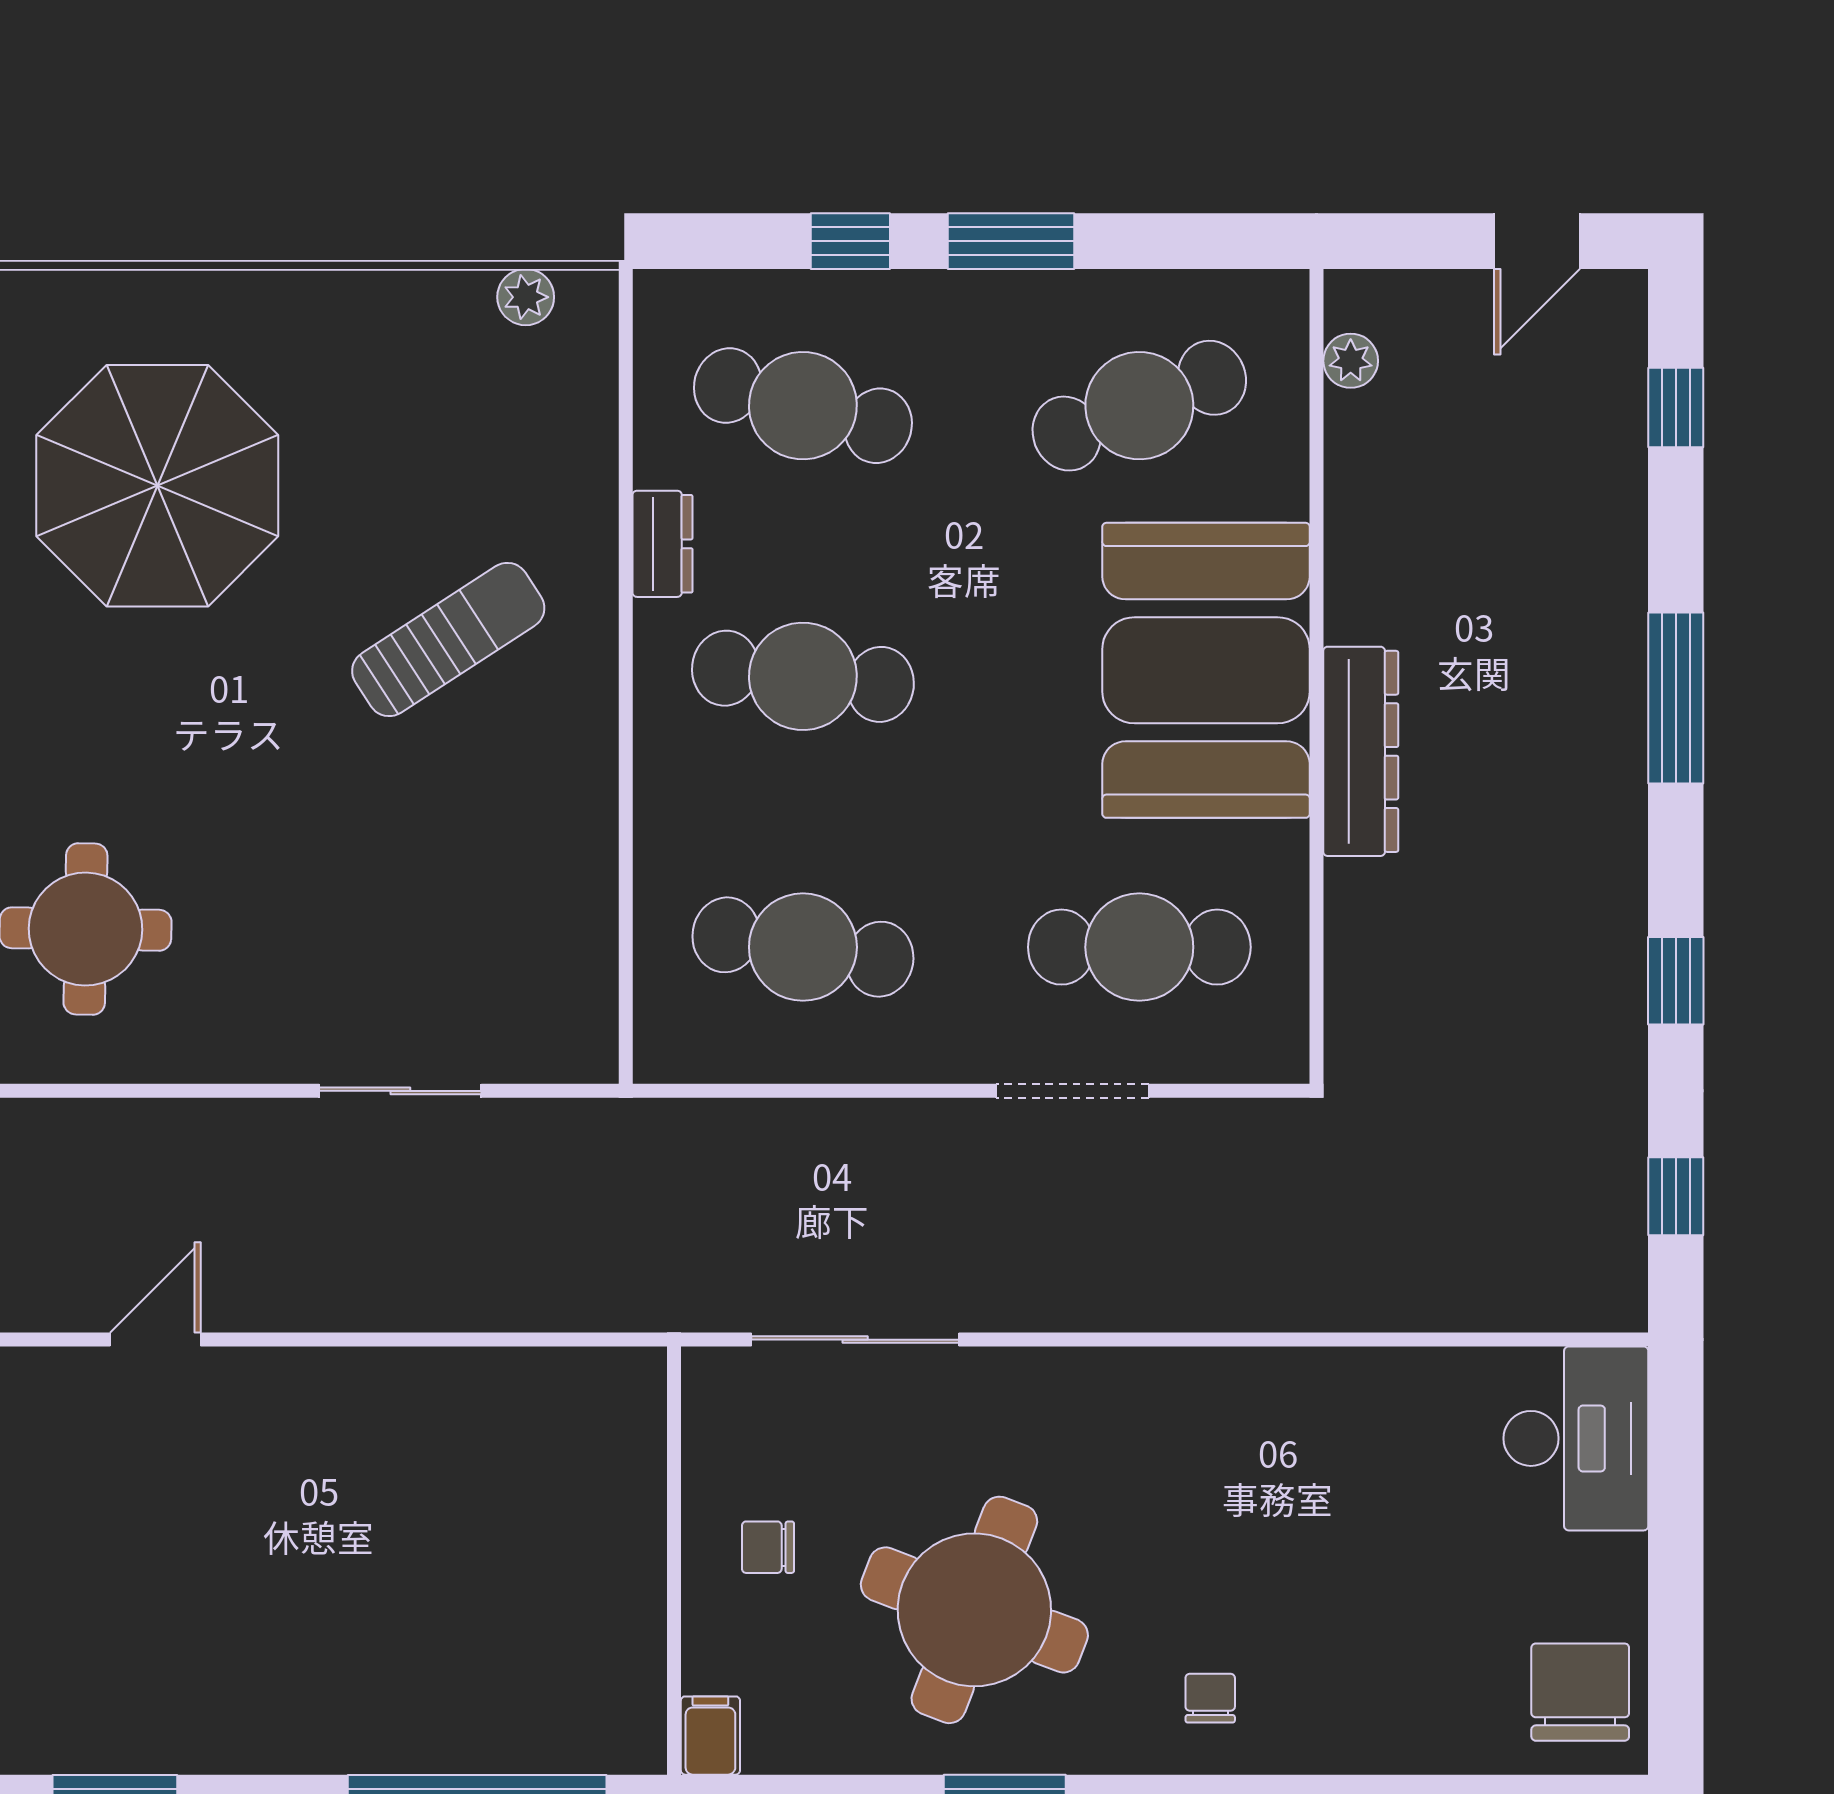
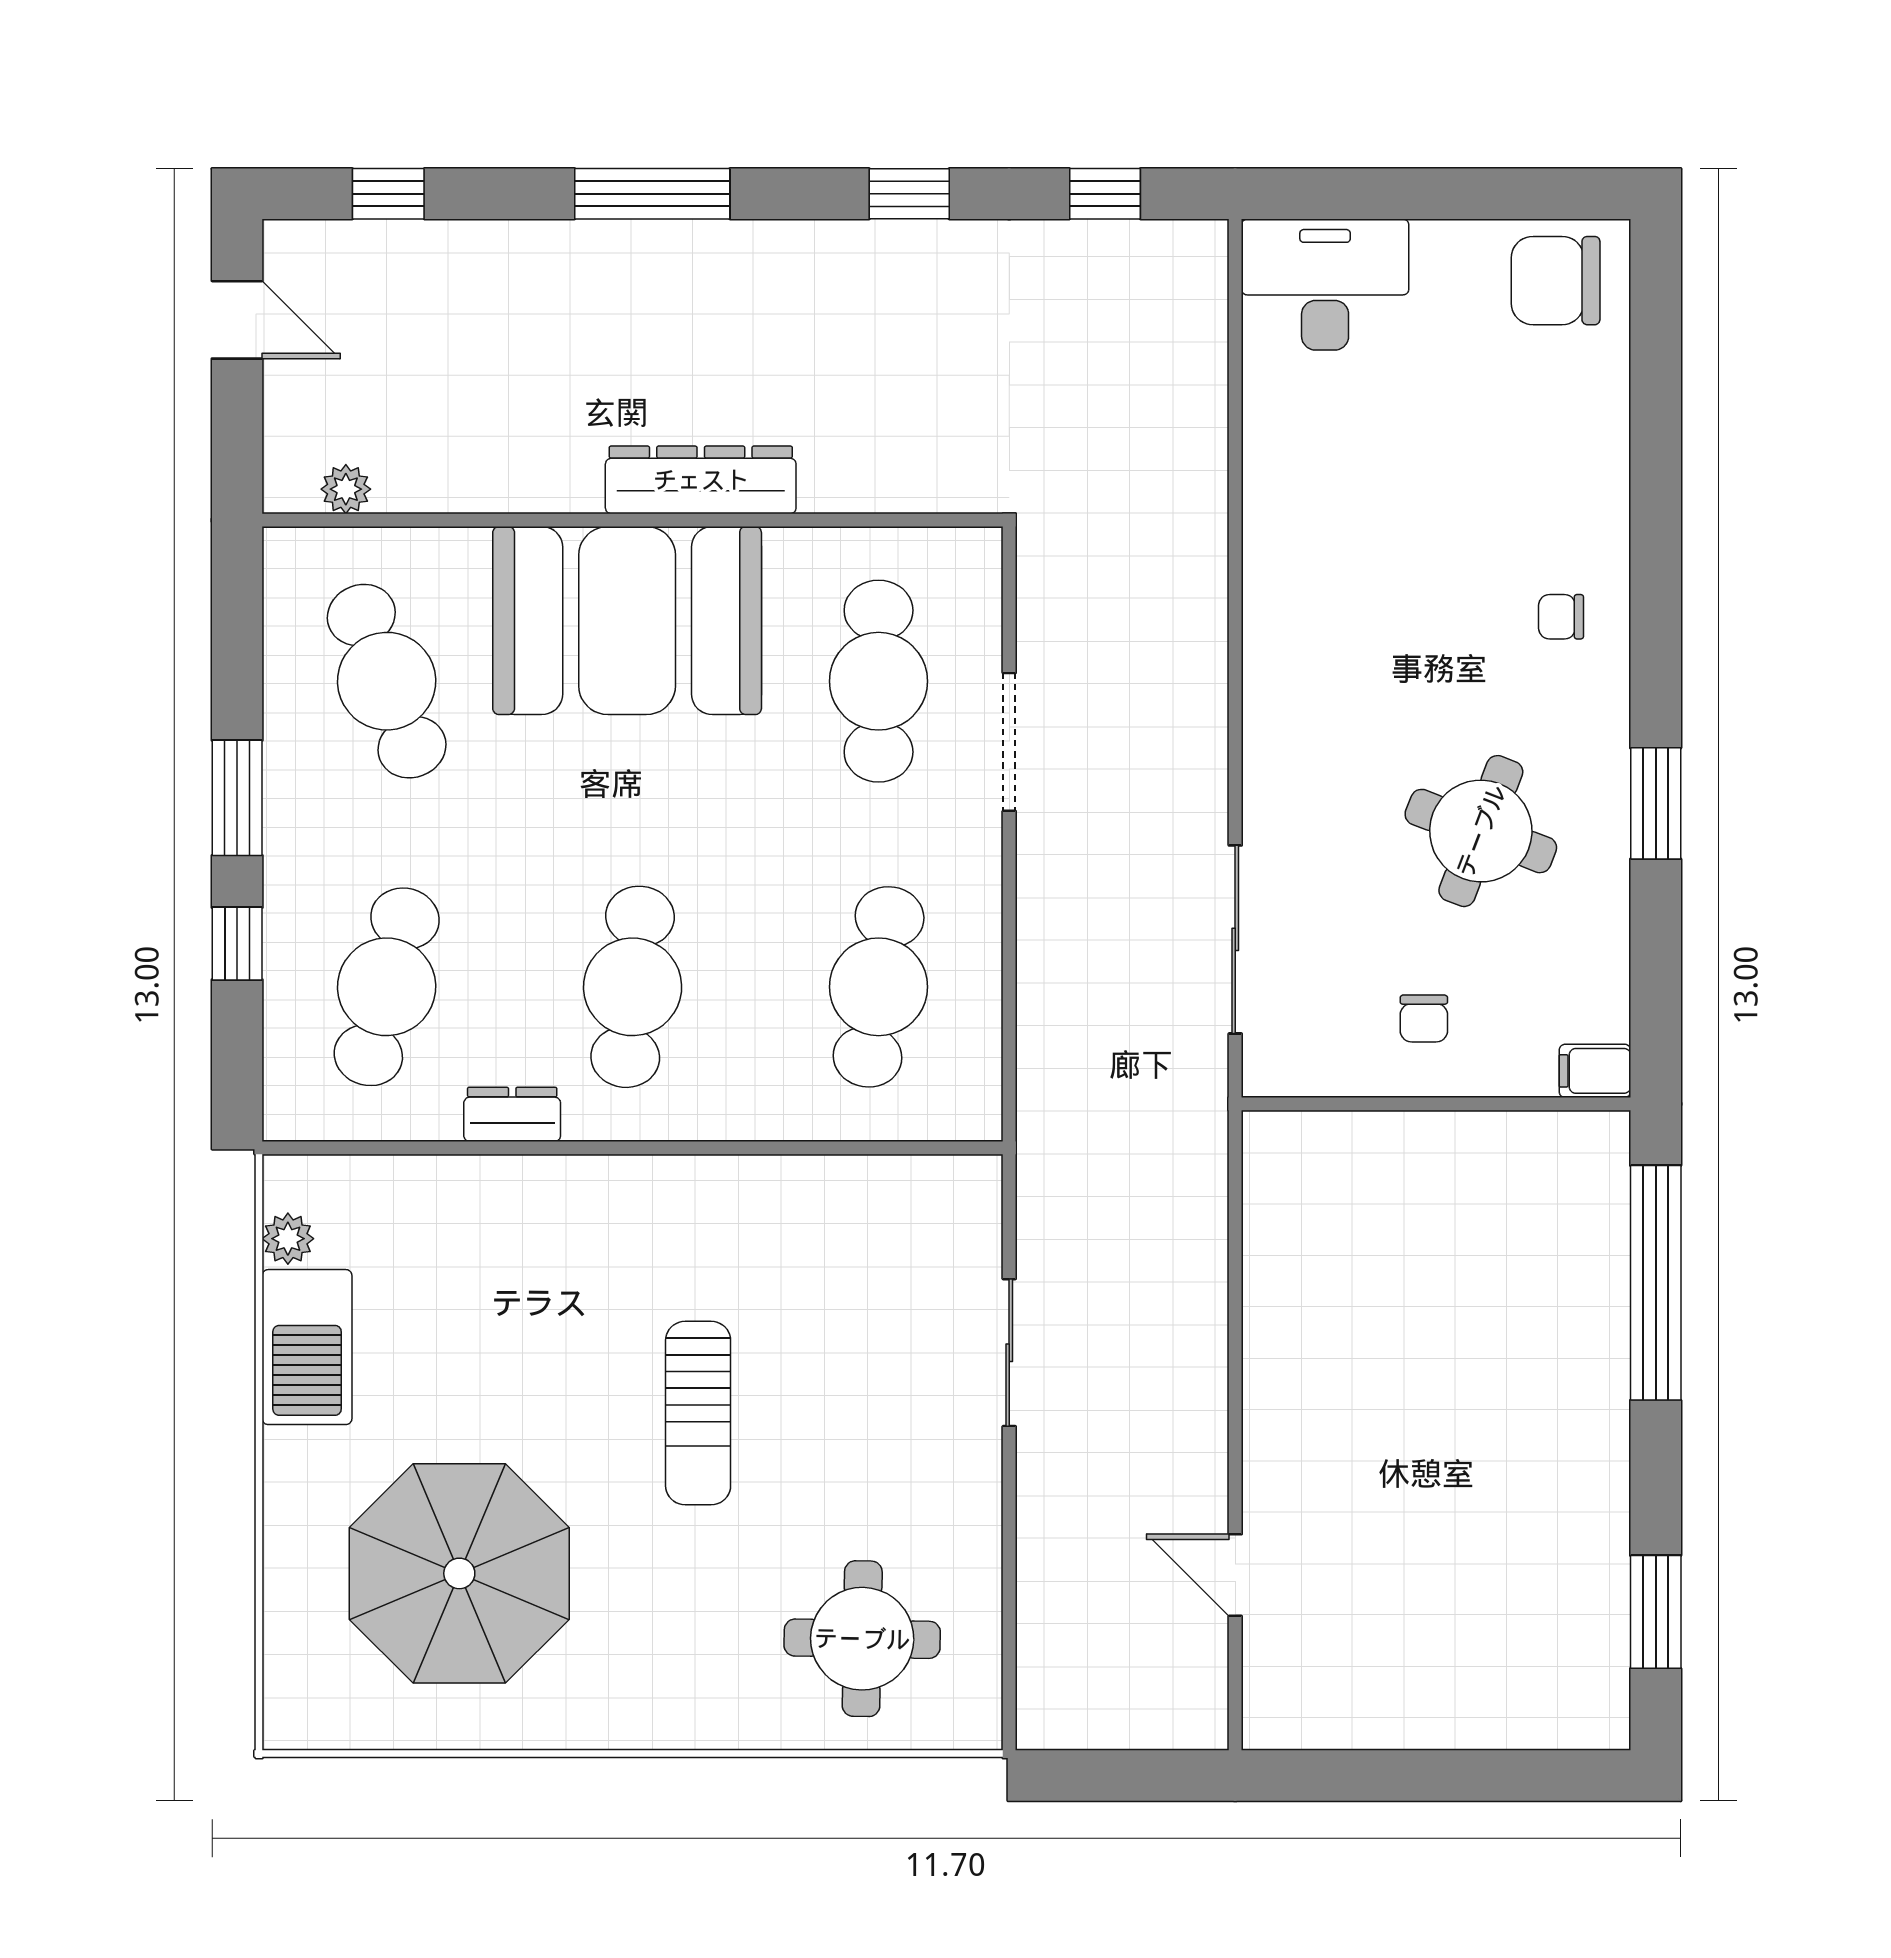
barbecue: (406, 318) -> (307, 1347), added
sun lounger: (448, 640) -> (698, 1413), moved, turned -147
round table: (974, 1610) -> (1481, 831), width x0.73, depth x0.73

